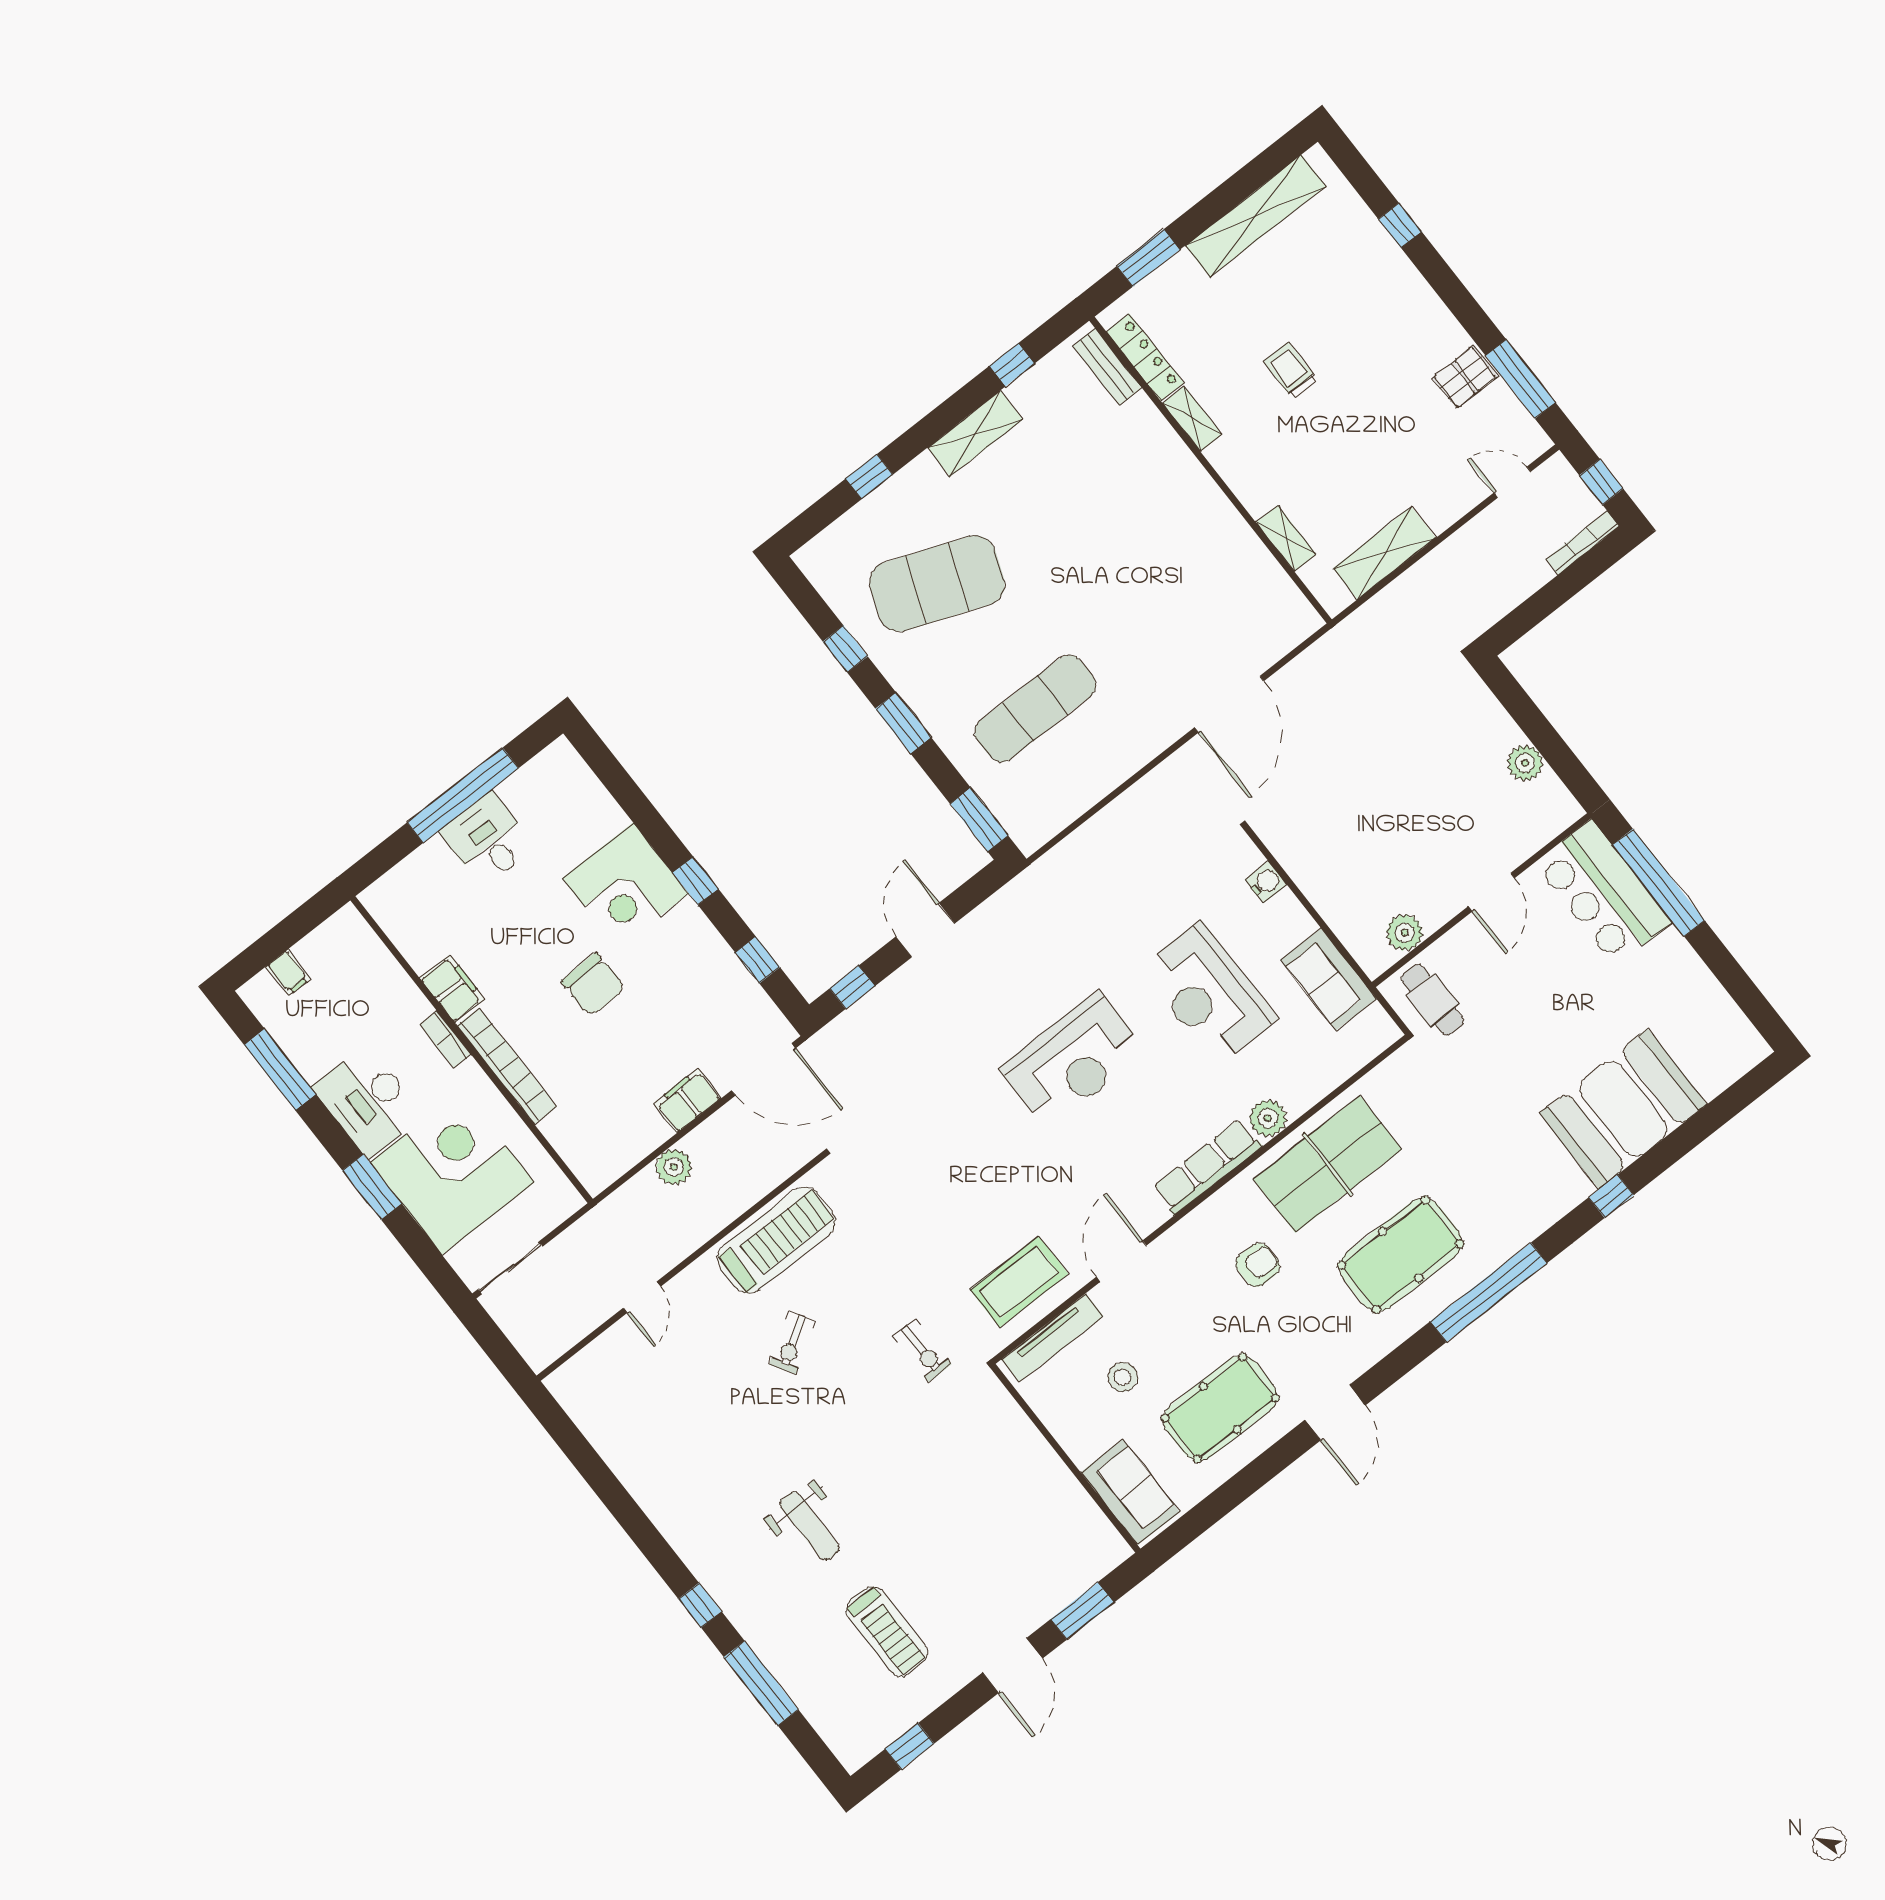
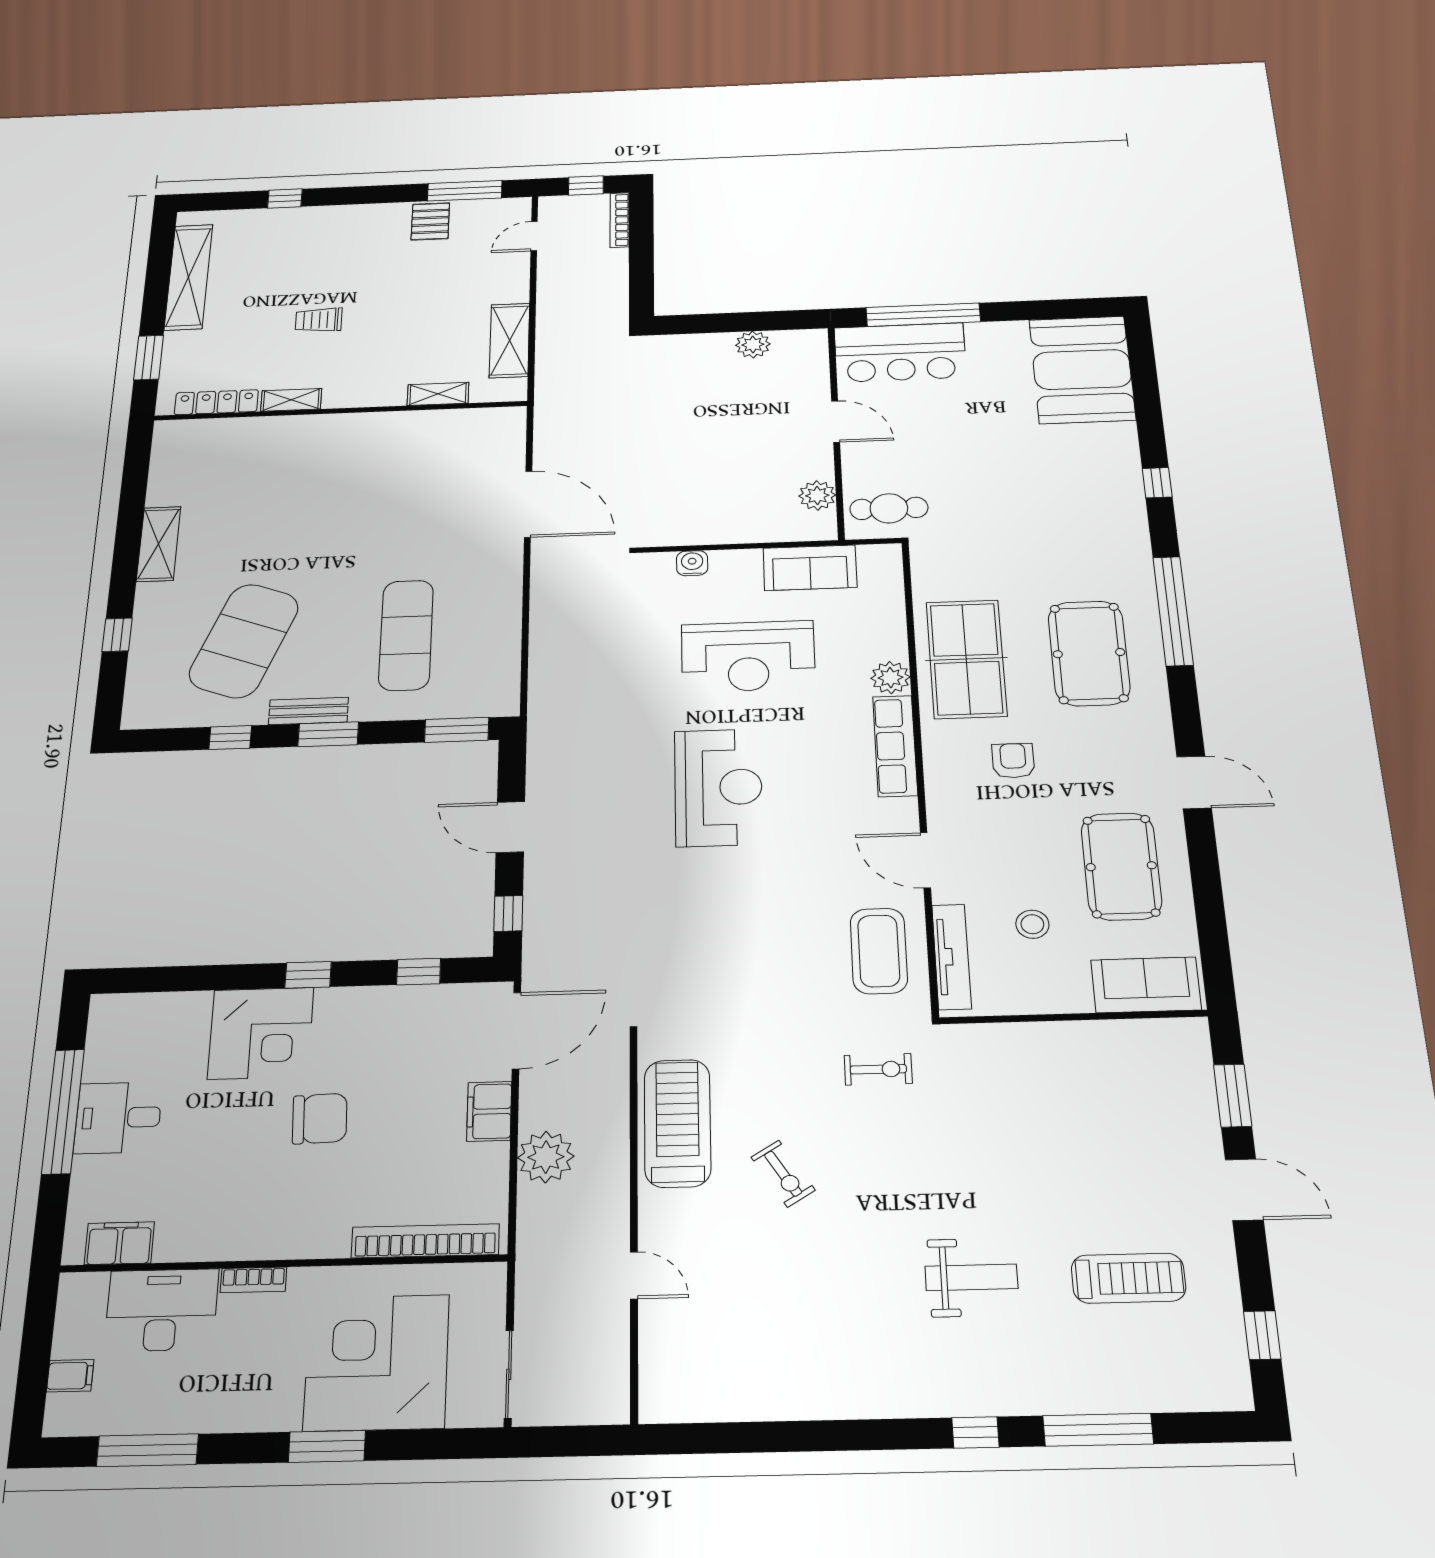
window: (1012, 365) -> (134, 489), removed
bench: (1107, 367) -> (308, 711), moved
filing cabinet: (452, 989) -> (119, 1243), moved
bookcase: (507, 1066) -> (425, 1241), moved
desk: (368, 1101) -> (162, 1310), moved, turned 180
booth: (1623, 1109) -> (1082, 370), moved
plant: (674, 1167) -> (546, 1157), width x1.36, depth x1.36

